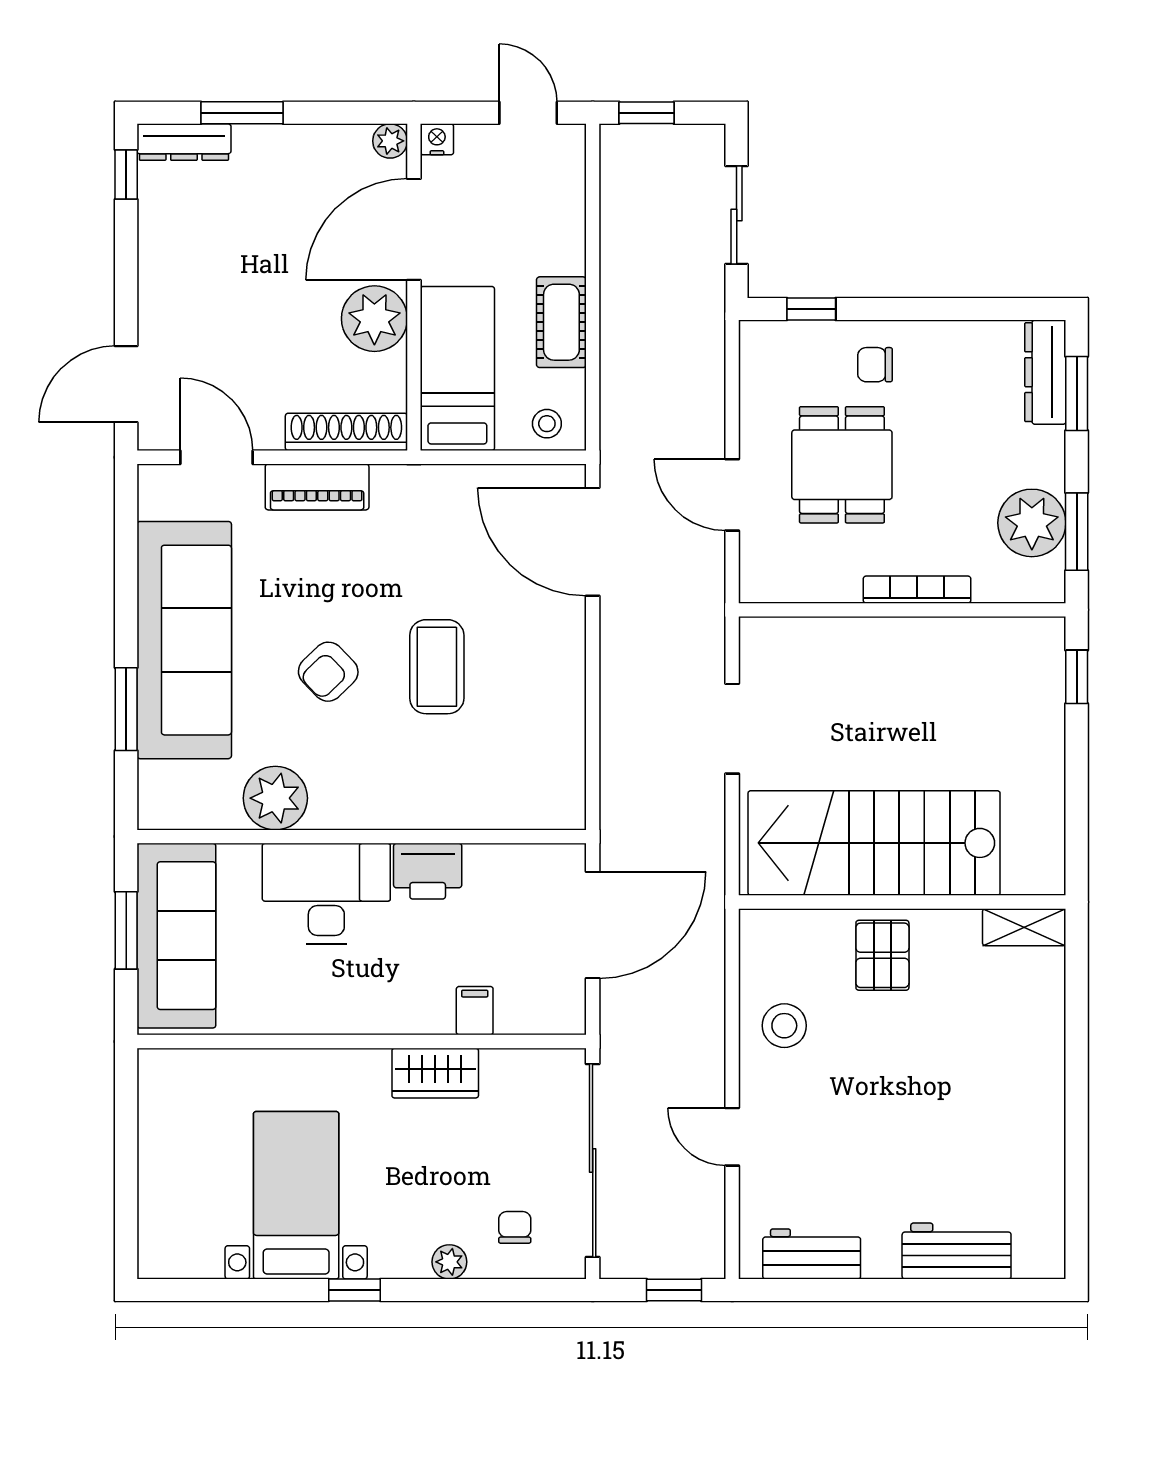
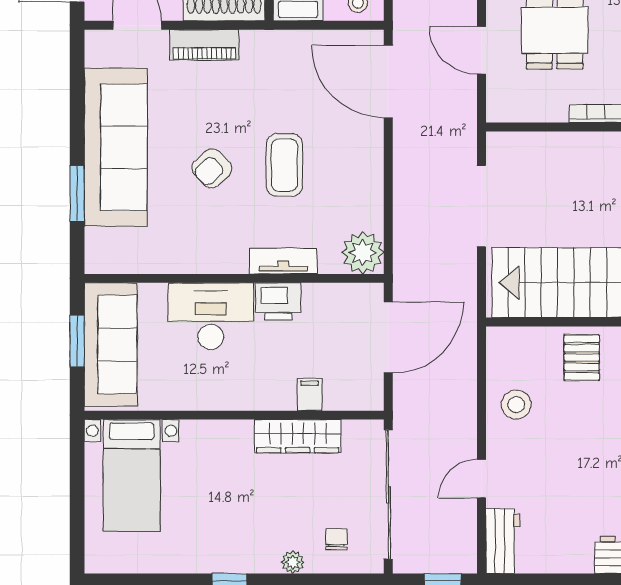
doorway: (732, 729) -> (481, 206), width x1.36
plant: (275, 798) -> (363, 253), moved
tv unit: (435, 811) -> (283, 261), added
wardrobe: (435, 1073) -> (298, 436), width x1.50
door: (732, 1137) -> (481, 479), hinge flipped
bed with nightstands: (296, 1195) -> (132, 475), moved, turned 180
workbench: (812, 1254) -> (503, 541), moved, turned 90

